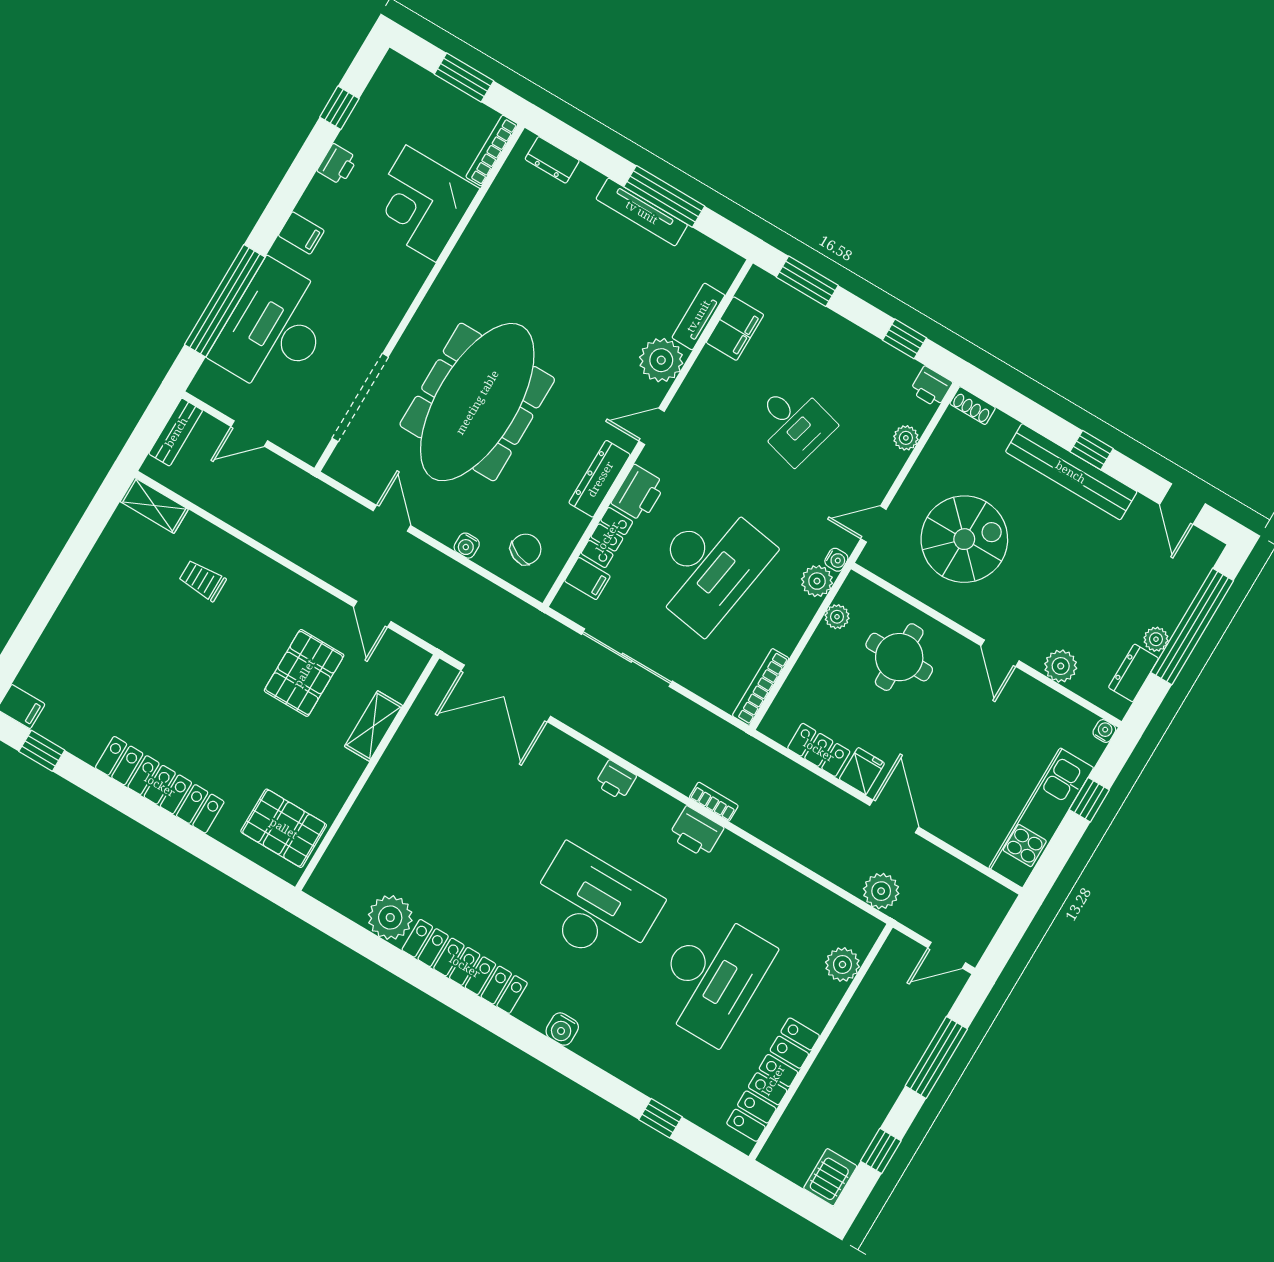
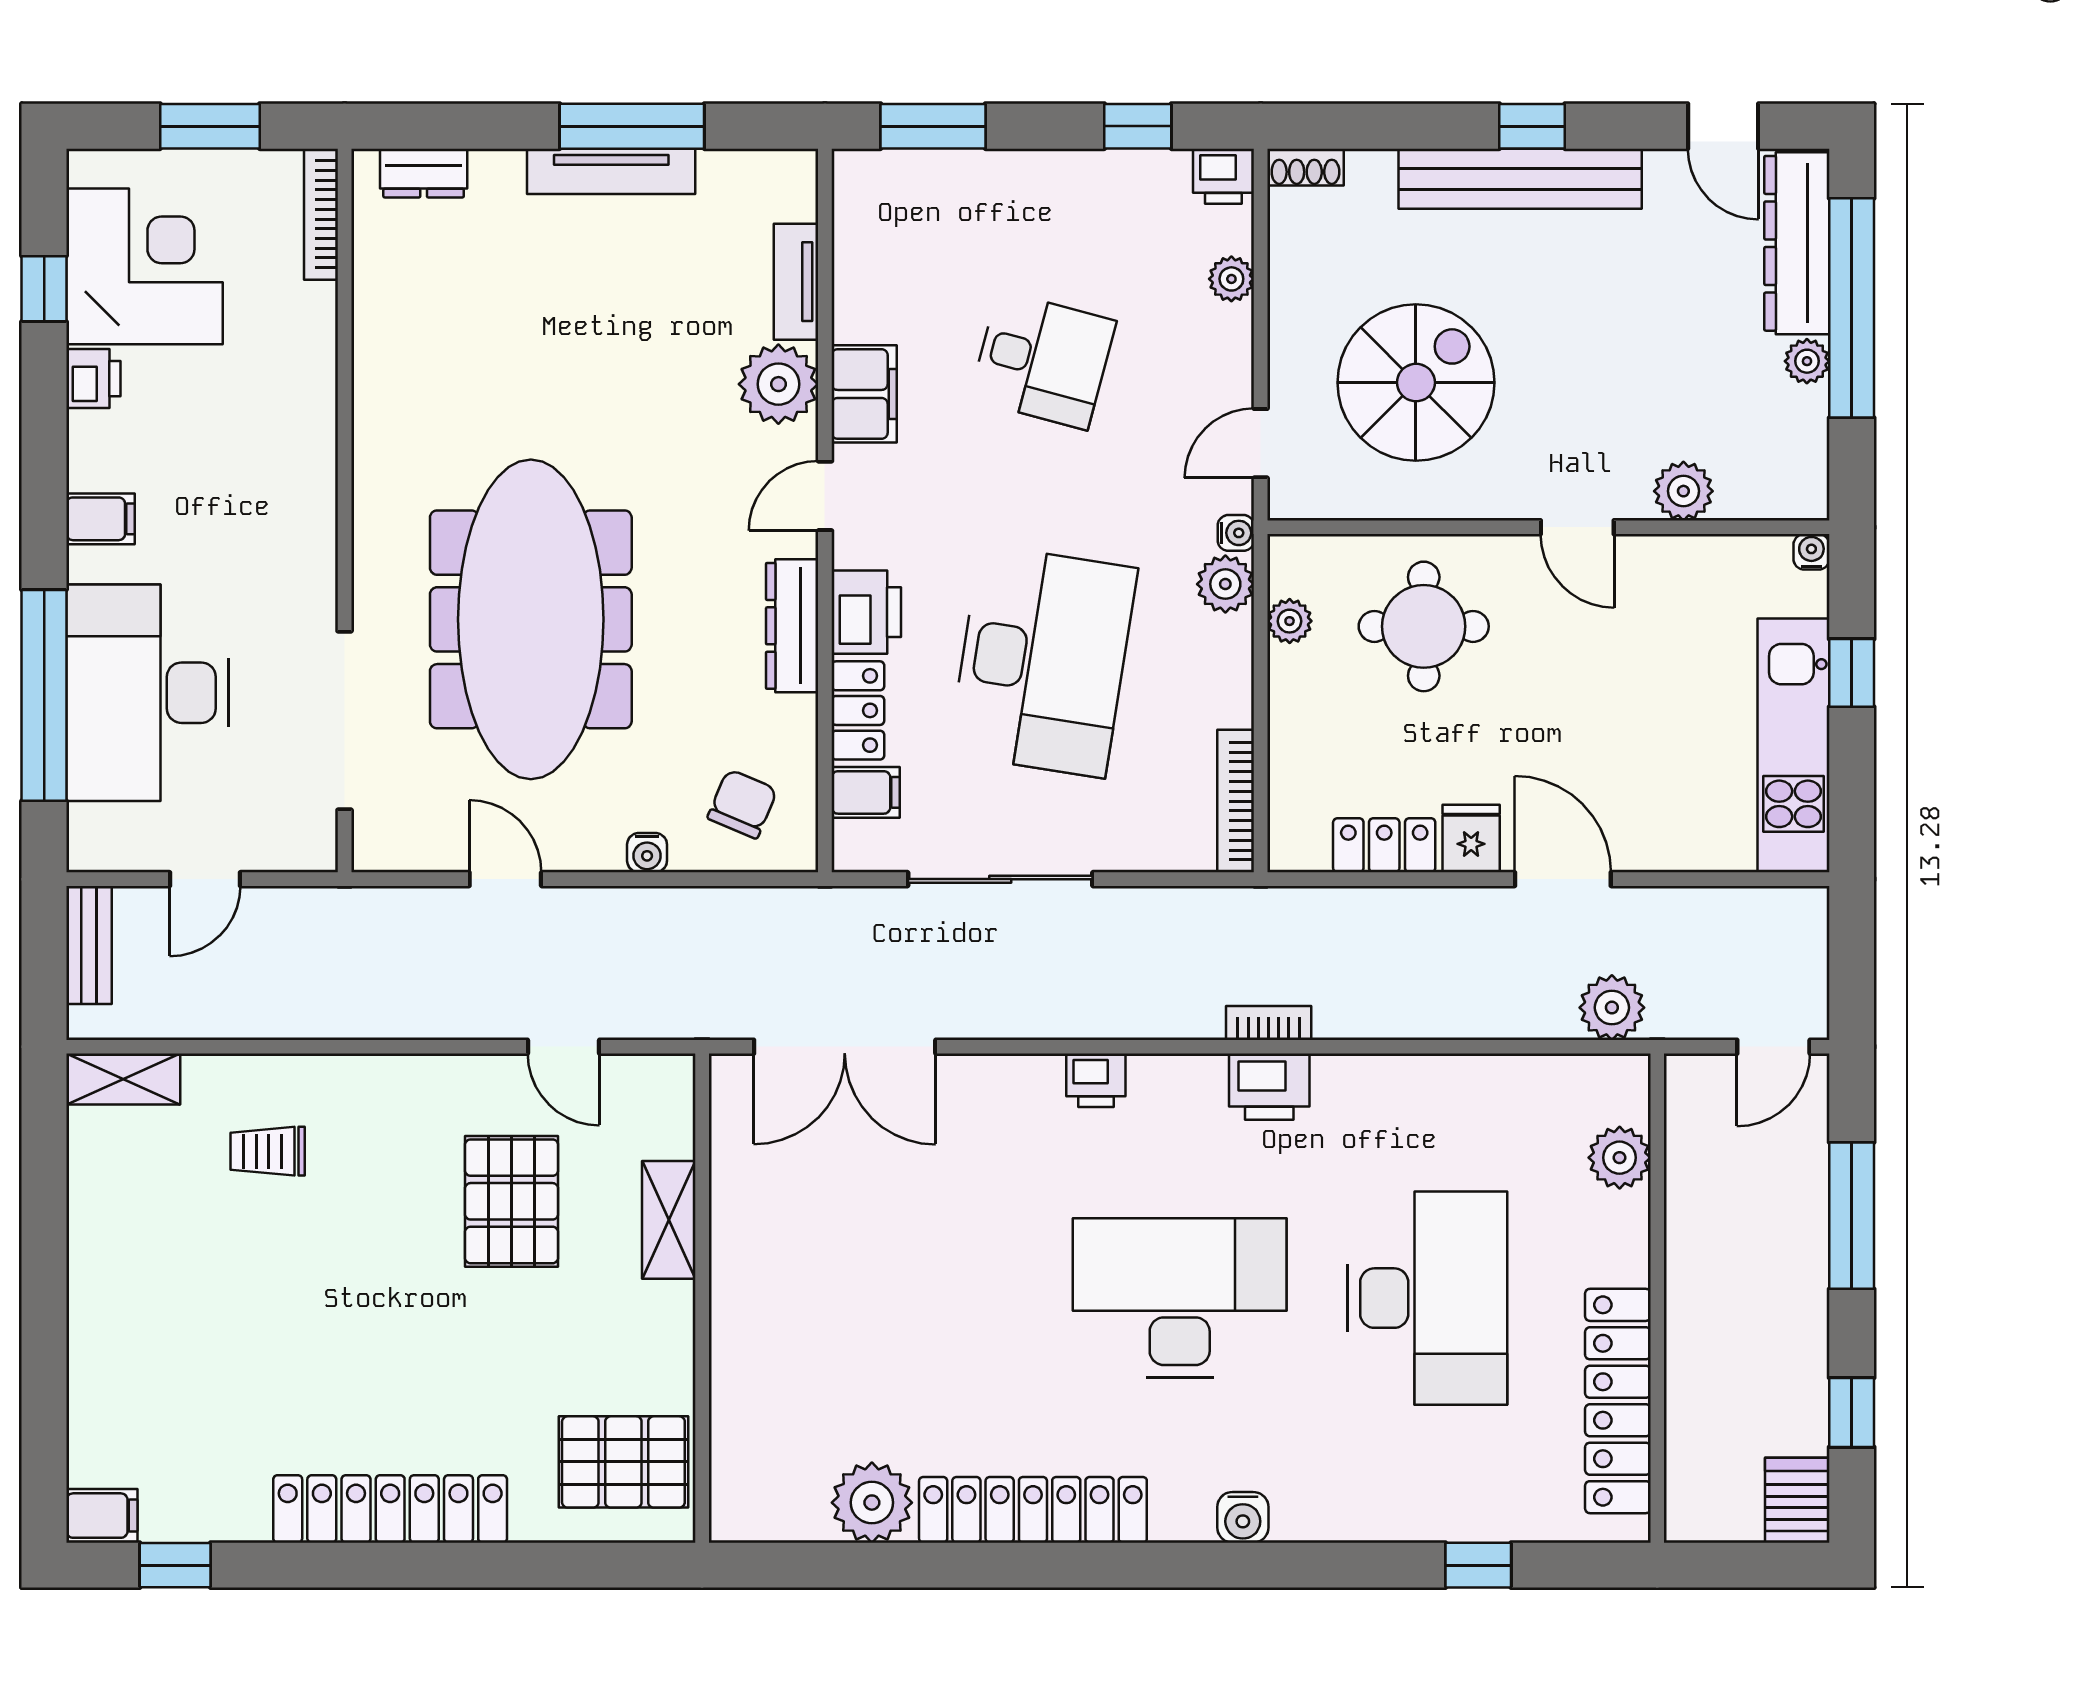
corner desk: (421, 204) -> (144, 266), moved, turned 180
filing cabinet: (735, 329) -> (864, 394), moved
dresser: (1134, 673) -> (1797, 243), moved, width x1.96, depth x1.24

